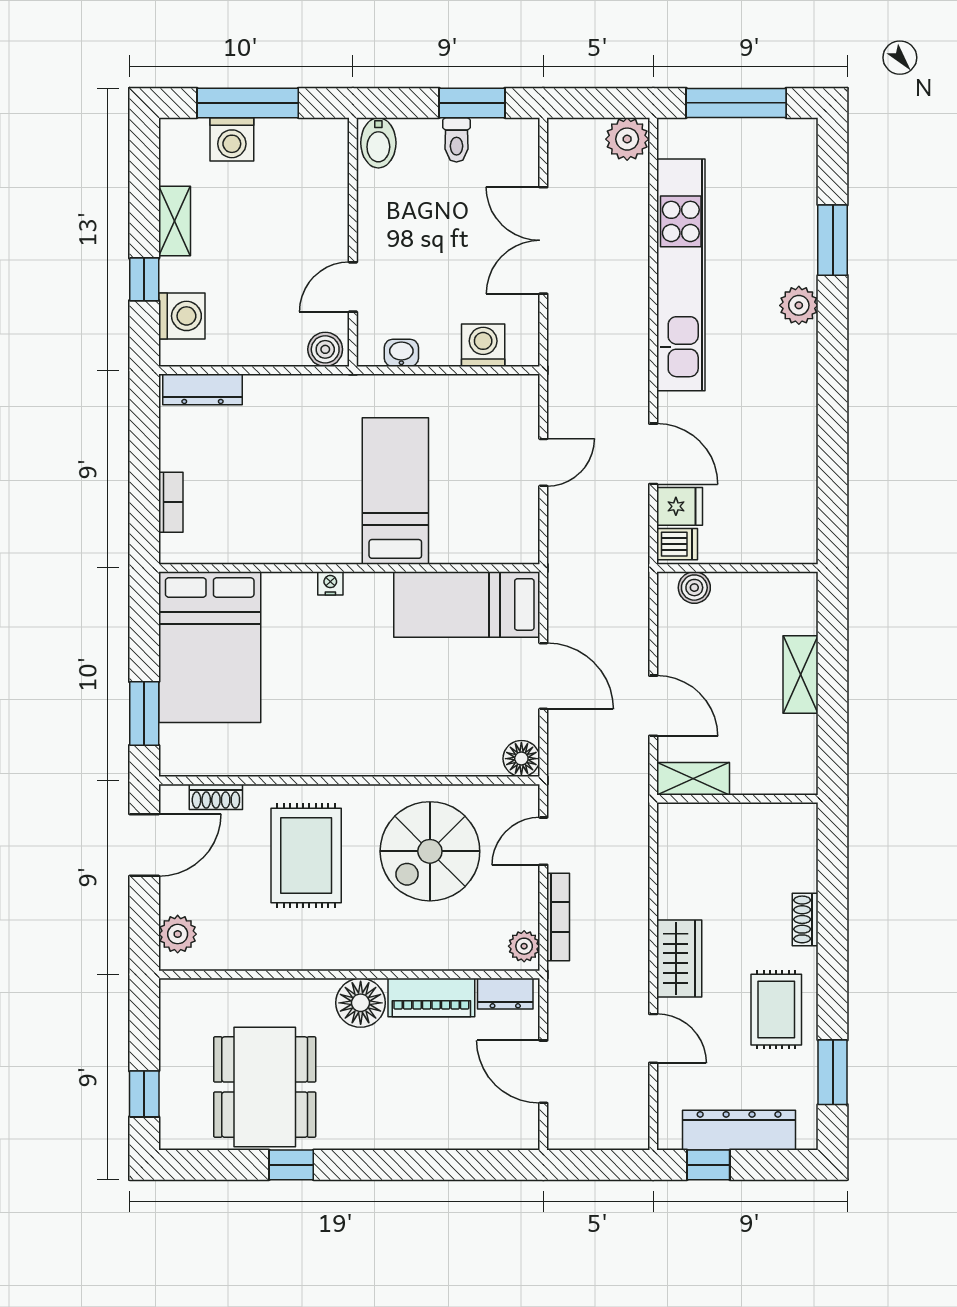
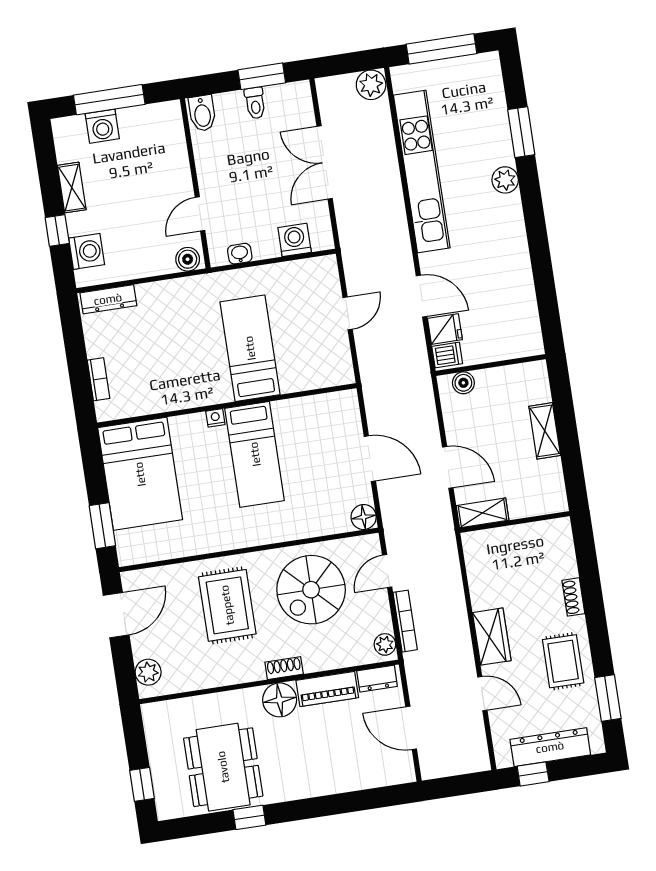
bed: (467, 604) -> (255, 454), moved, turned -90
shoe rack: (216, 797) -> (284, 668), moved, turned 180

